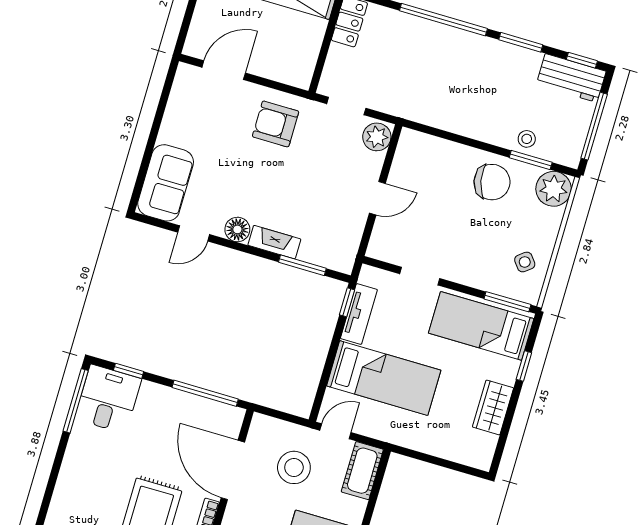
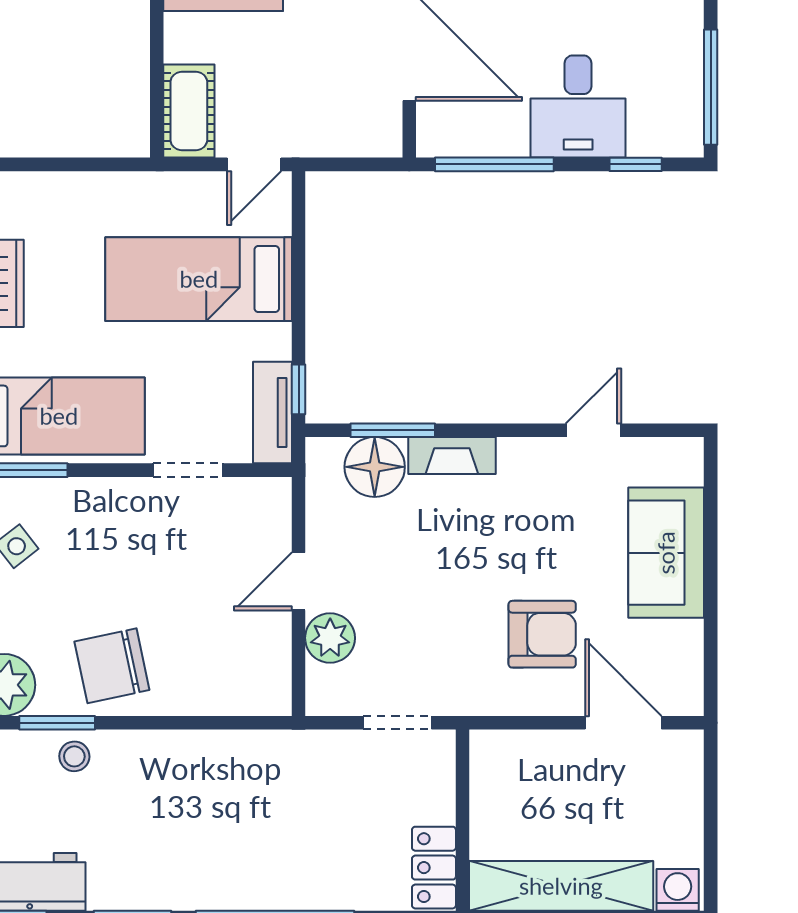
door: (224, 70) -> (623, 723), swing flipped
armchair: (276, 124) -> (542, 634), moved
plant: (377, 137) -> (330, 638), moved
sofa: (166, 183) -> (666, 553), moved
floor lamp: (237, 229) -> (375, 467), moved, width x1.38, depth x1.38
tv unit: (359, 314) -> (272, 413), moved
desk: (108, 399) -> (578, 107), moved
stool: (294, 467) -> (307, 82), removed

